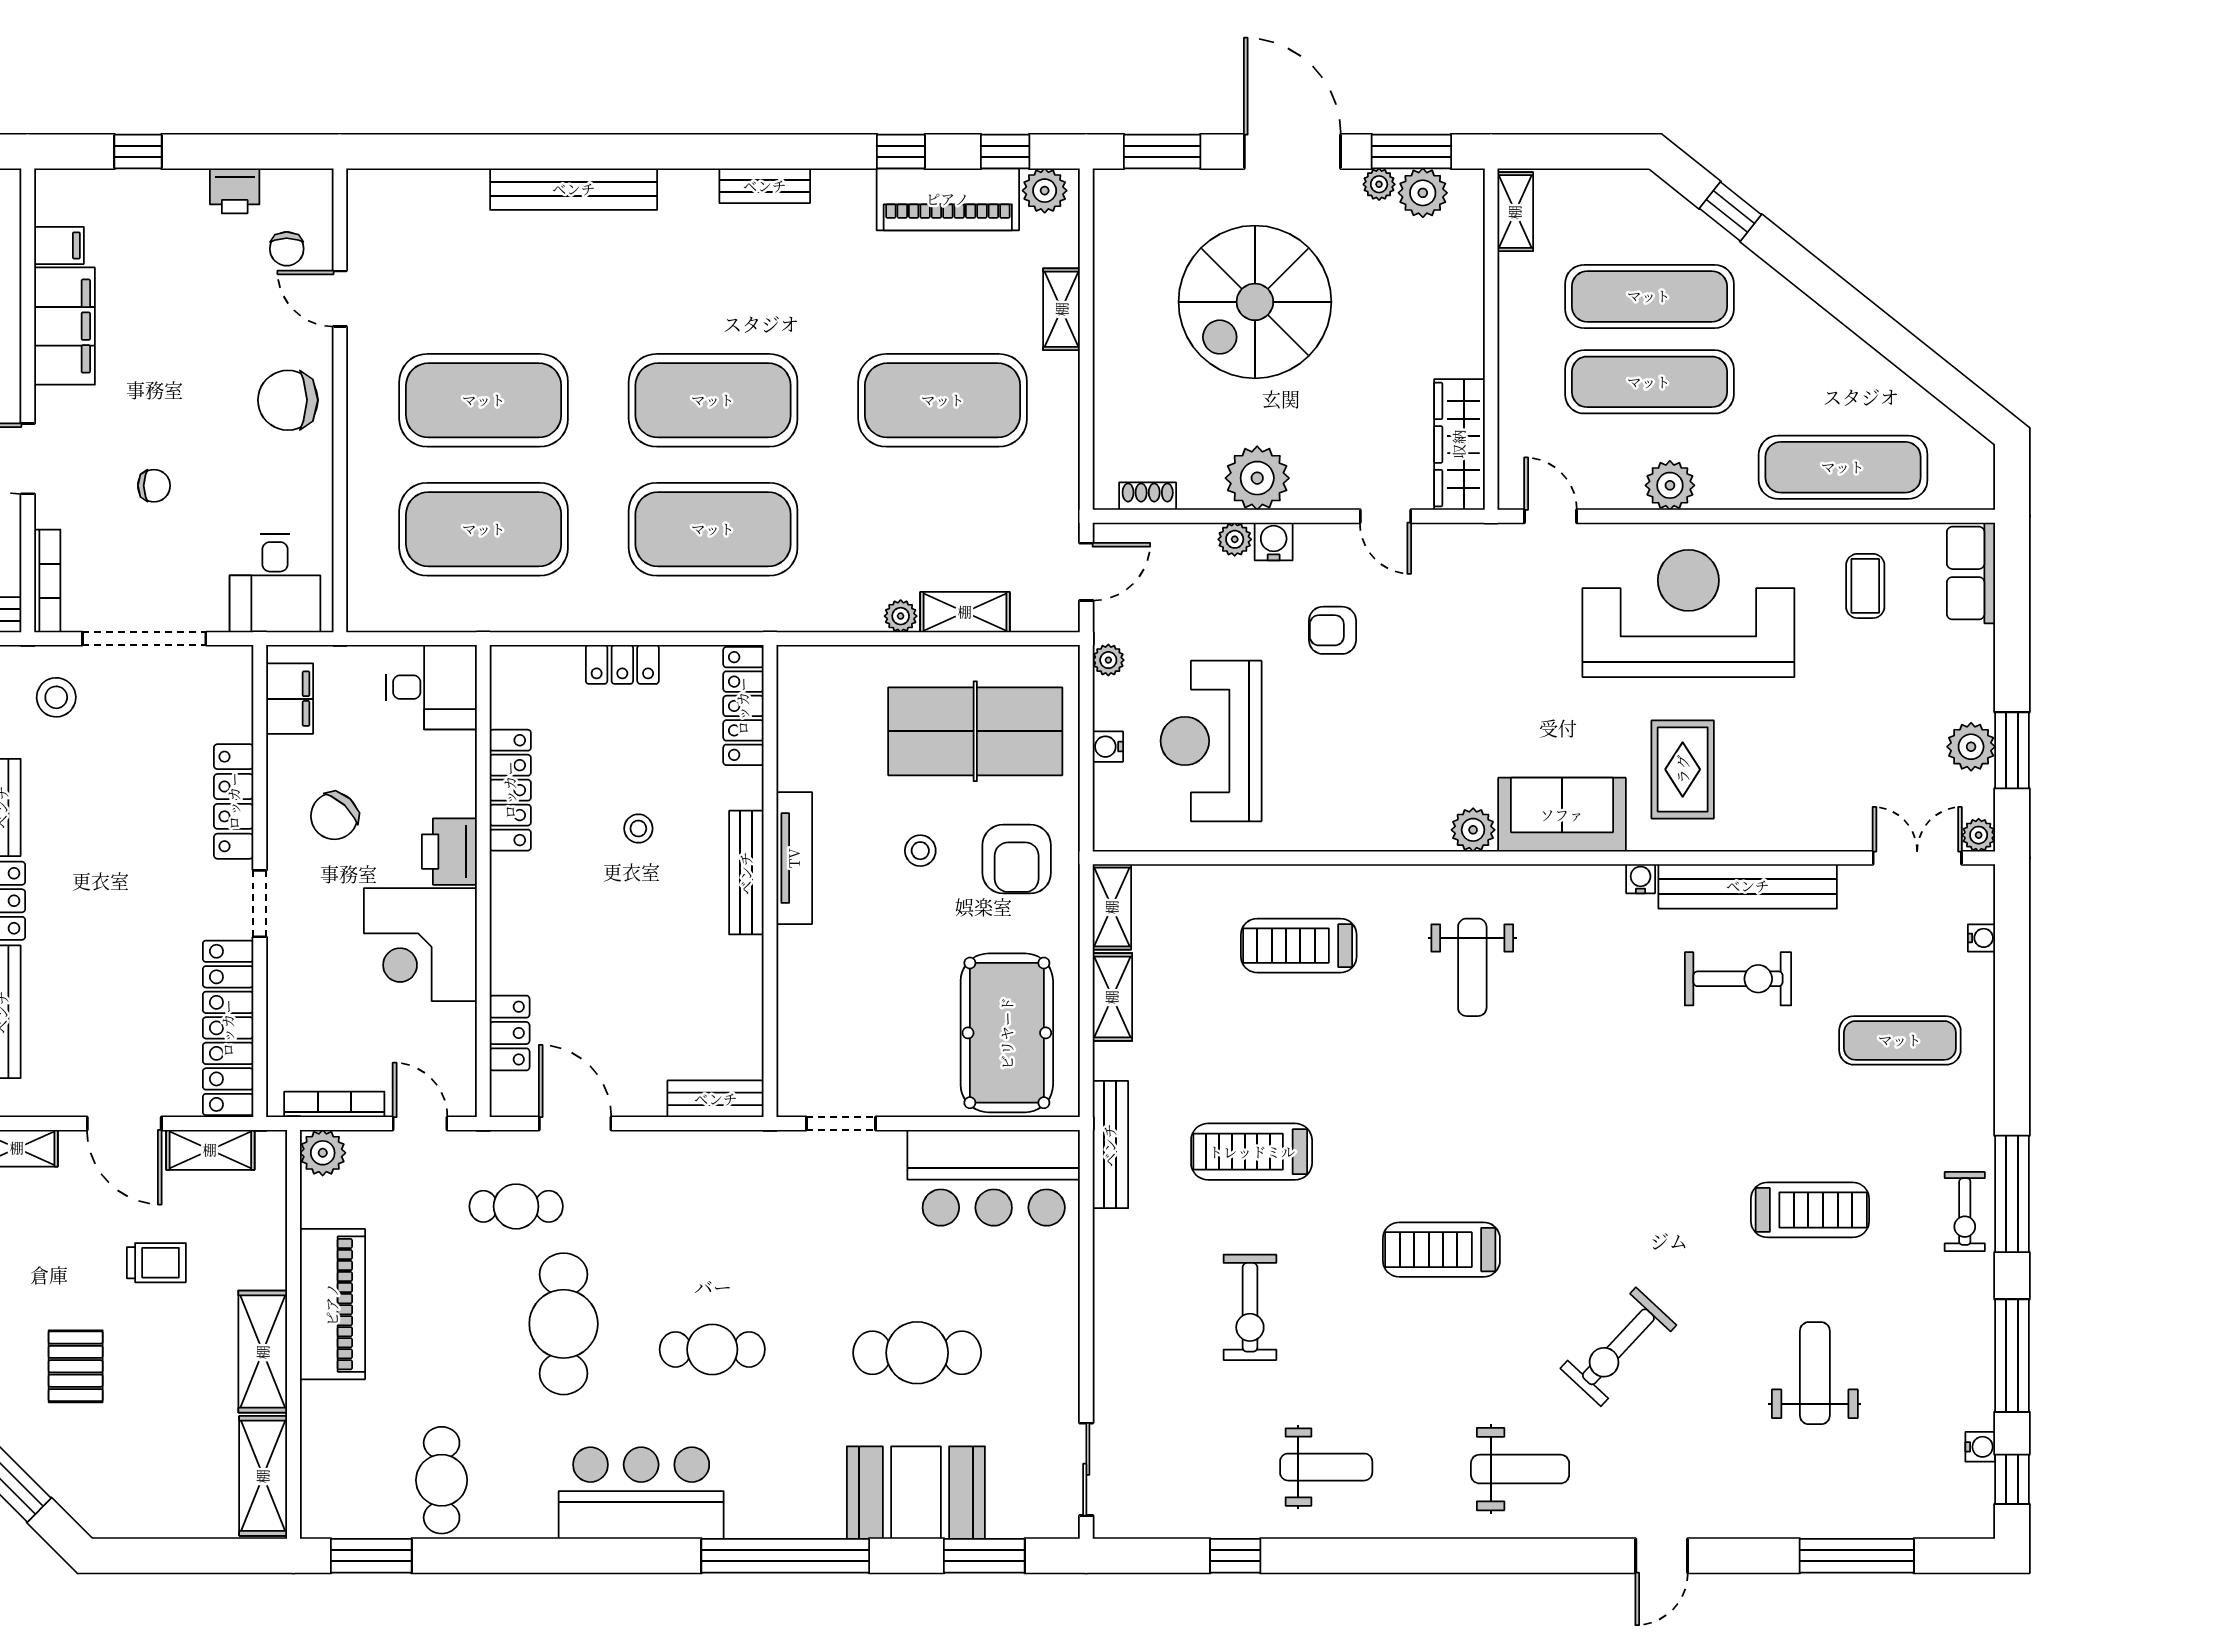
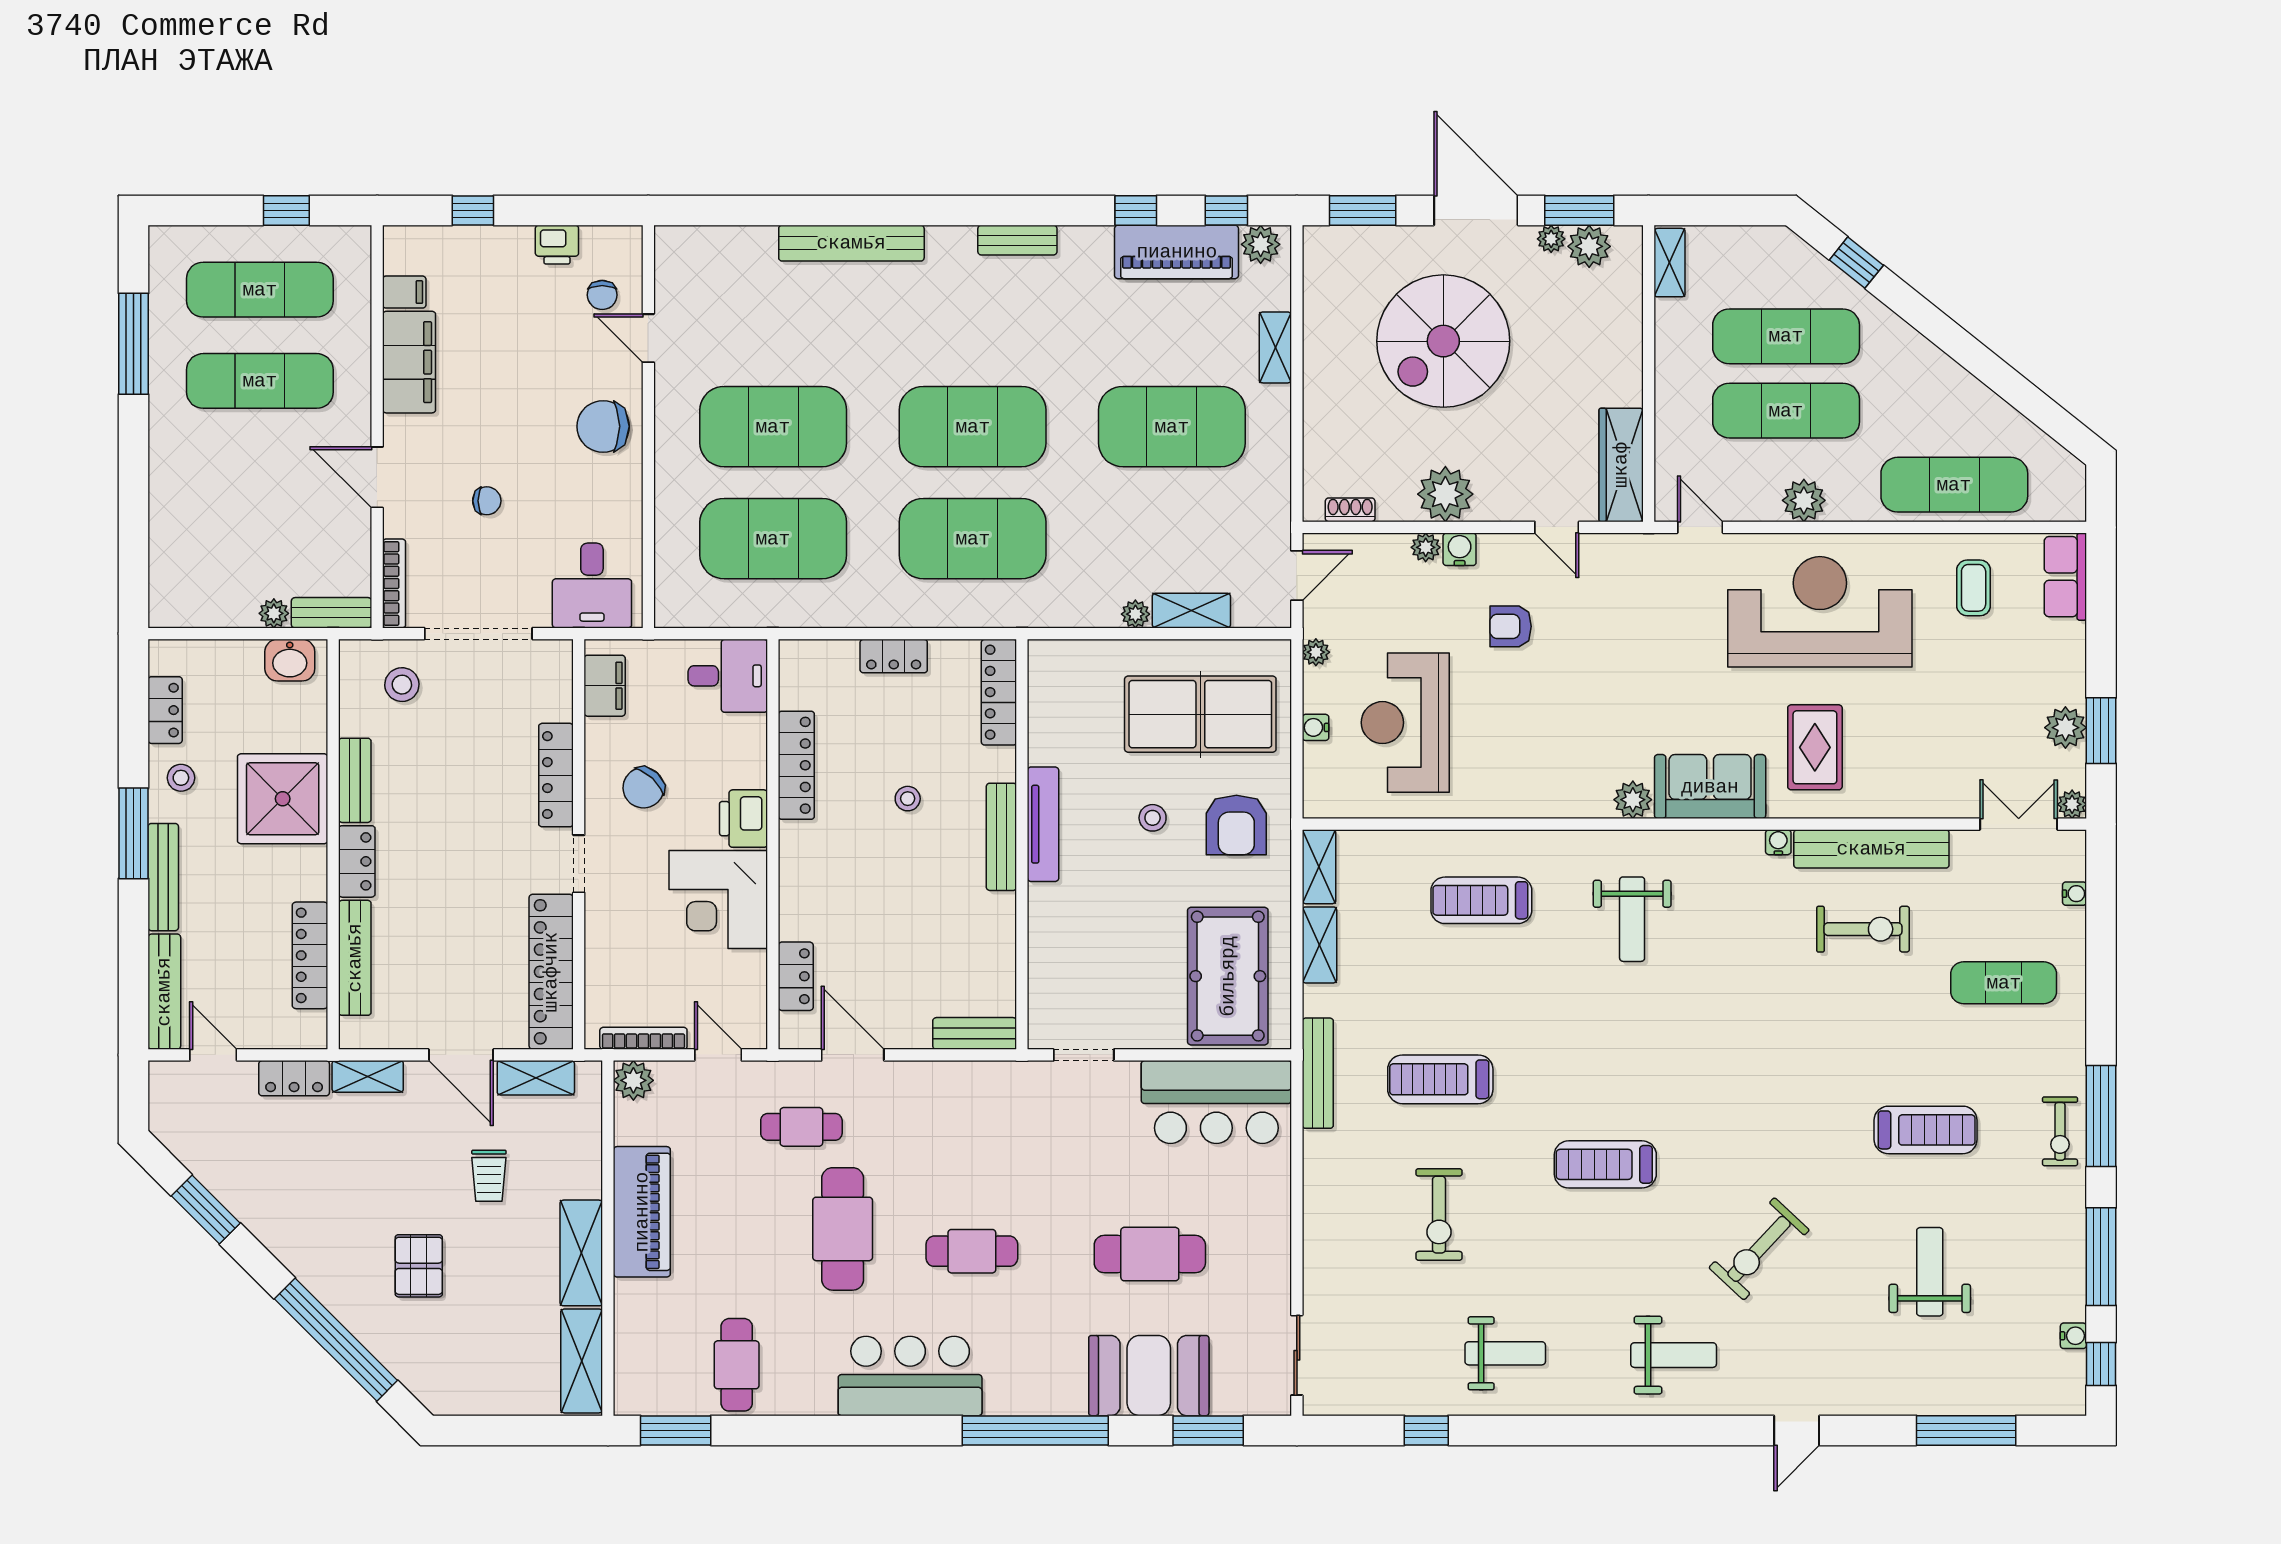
trolley: (156, 1263) -> (489, 1176), turned 90

